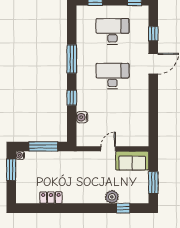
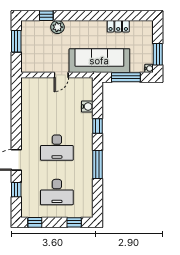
sofa: (132, 161) -> (99, 61), moved, width x1.85, depth x1.27

